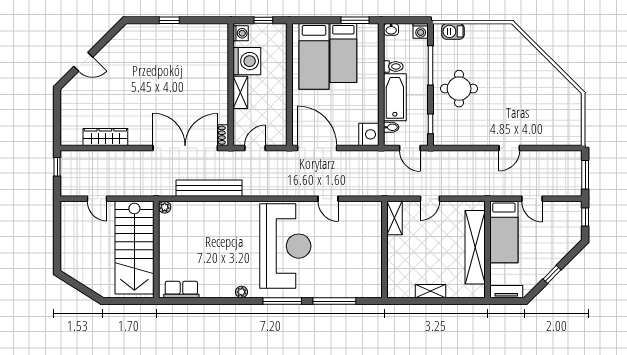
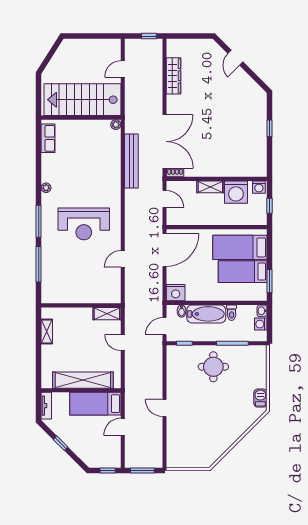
washing machine: (421, 31) -> (261, 324), moved
barbecue: (453, 31) -> (260, 398), moved
reception desk: (285, 246) -> (84, 224), width x0.74, depth x0.77
shelving: (430, 291) -> (47, 332), moved

